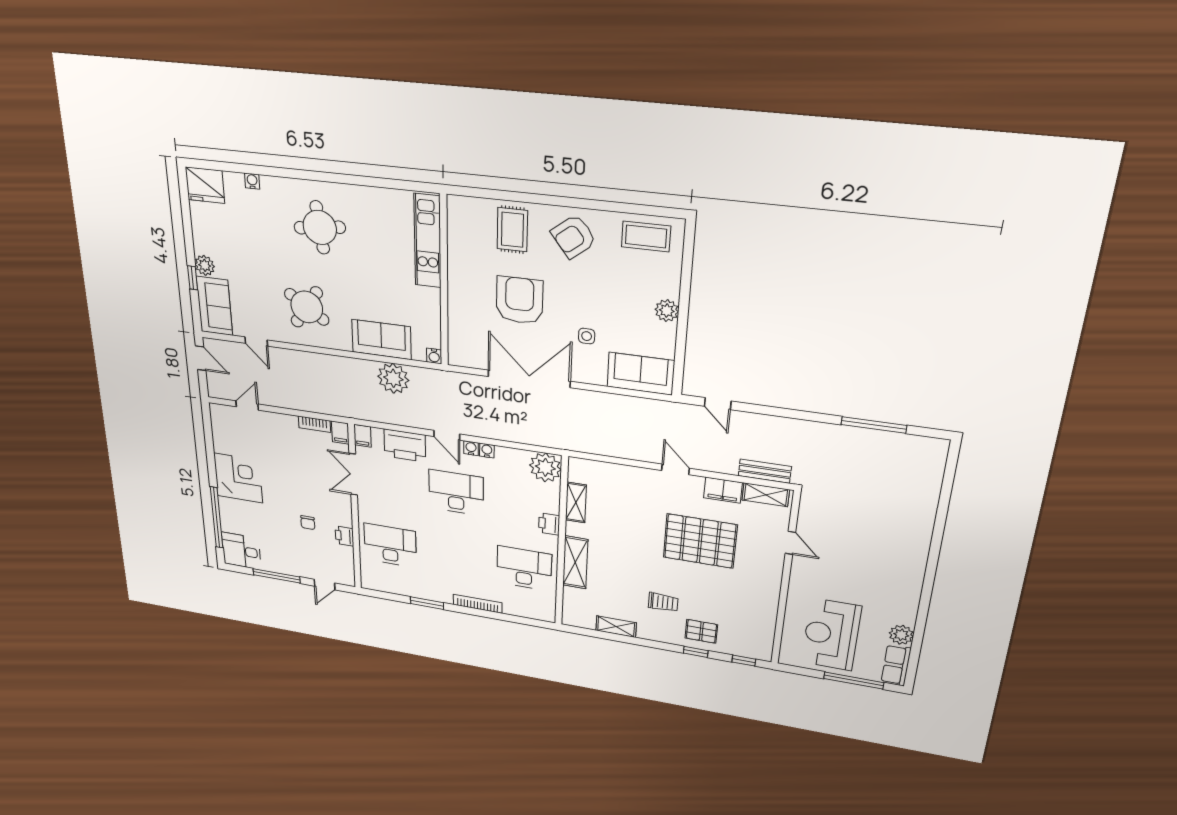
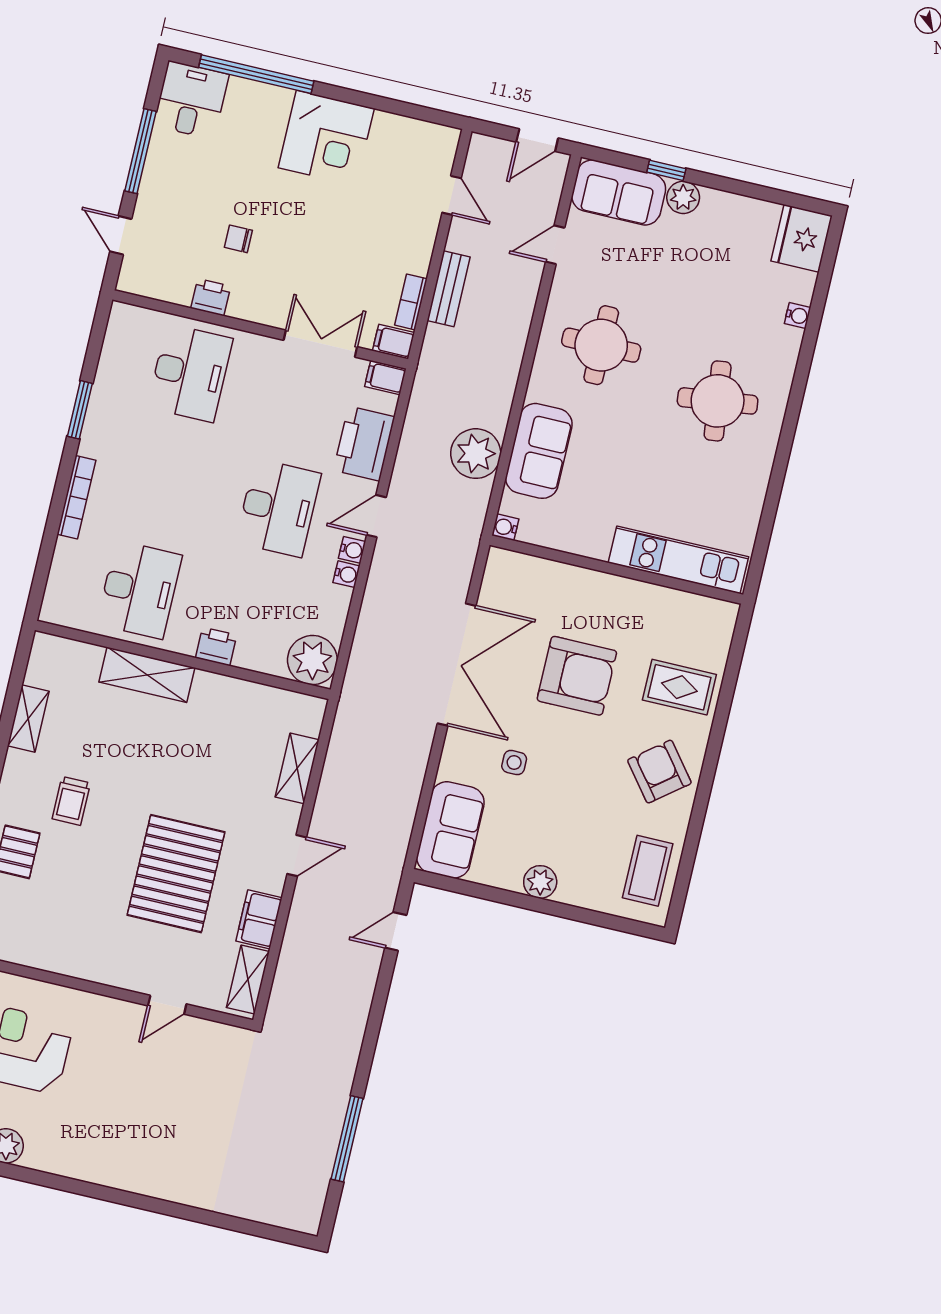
round table: (307, 307) -> (601, 345), turned -34
bench: (765, 471) -> (449, 289), moved
shelving: (576, 503) -> (297, 768), moved, turned 90

